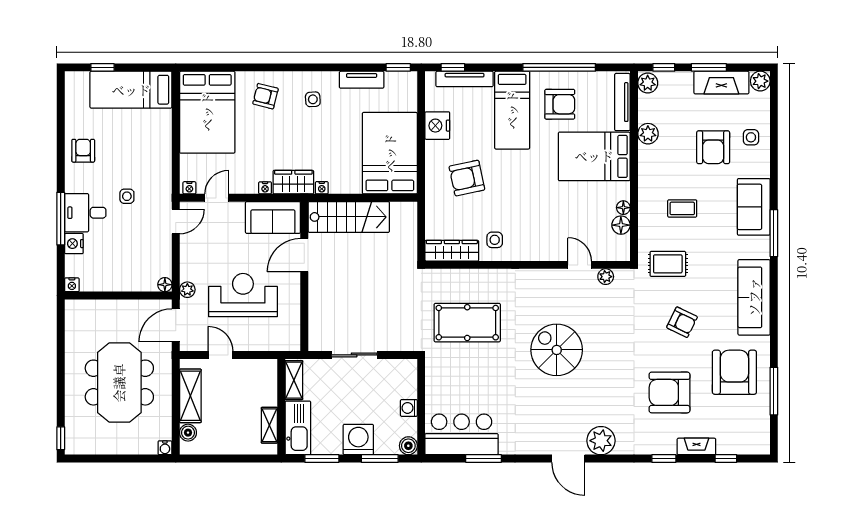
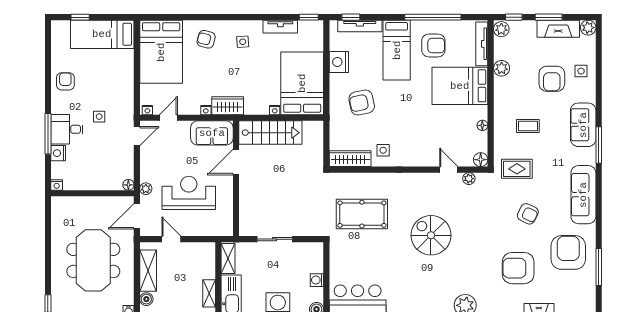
nightstand: (322, 188) -> (275, 110), moved
floor lamp: (621, 225) -> (481, 160), moved

